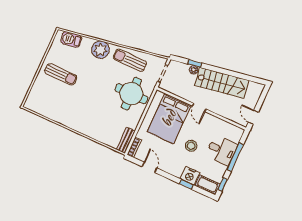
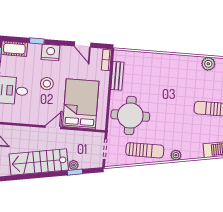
plant: (100, 50) -> (176, 155), width x0.53, depth x0.53
door: (199, 108) -> (53, 127), hinge flipped
plant: (51, 113) -> (208, 64), added
bench: (126, 140) -> (117, 76), moved
nightstand: (190, 176) -> (51, 52), moved

